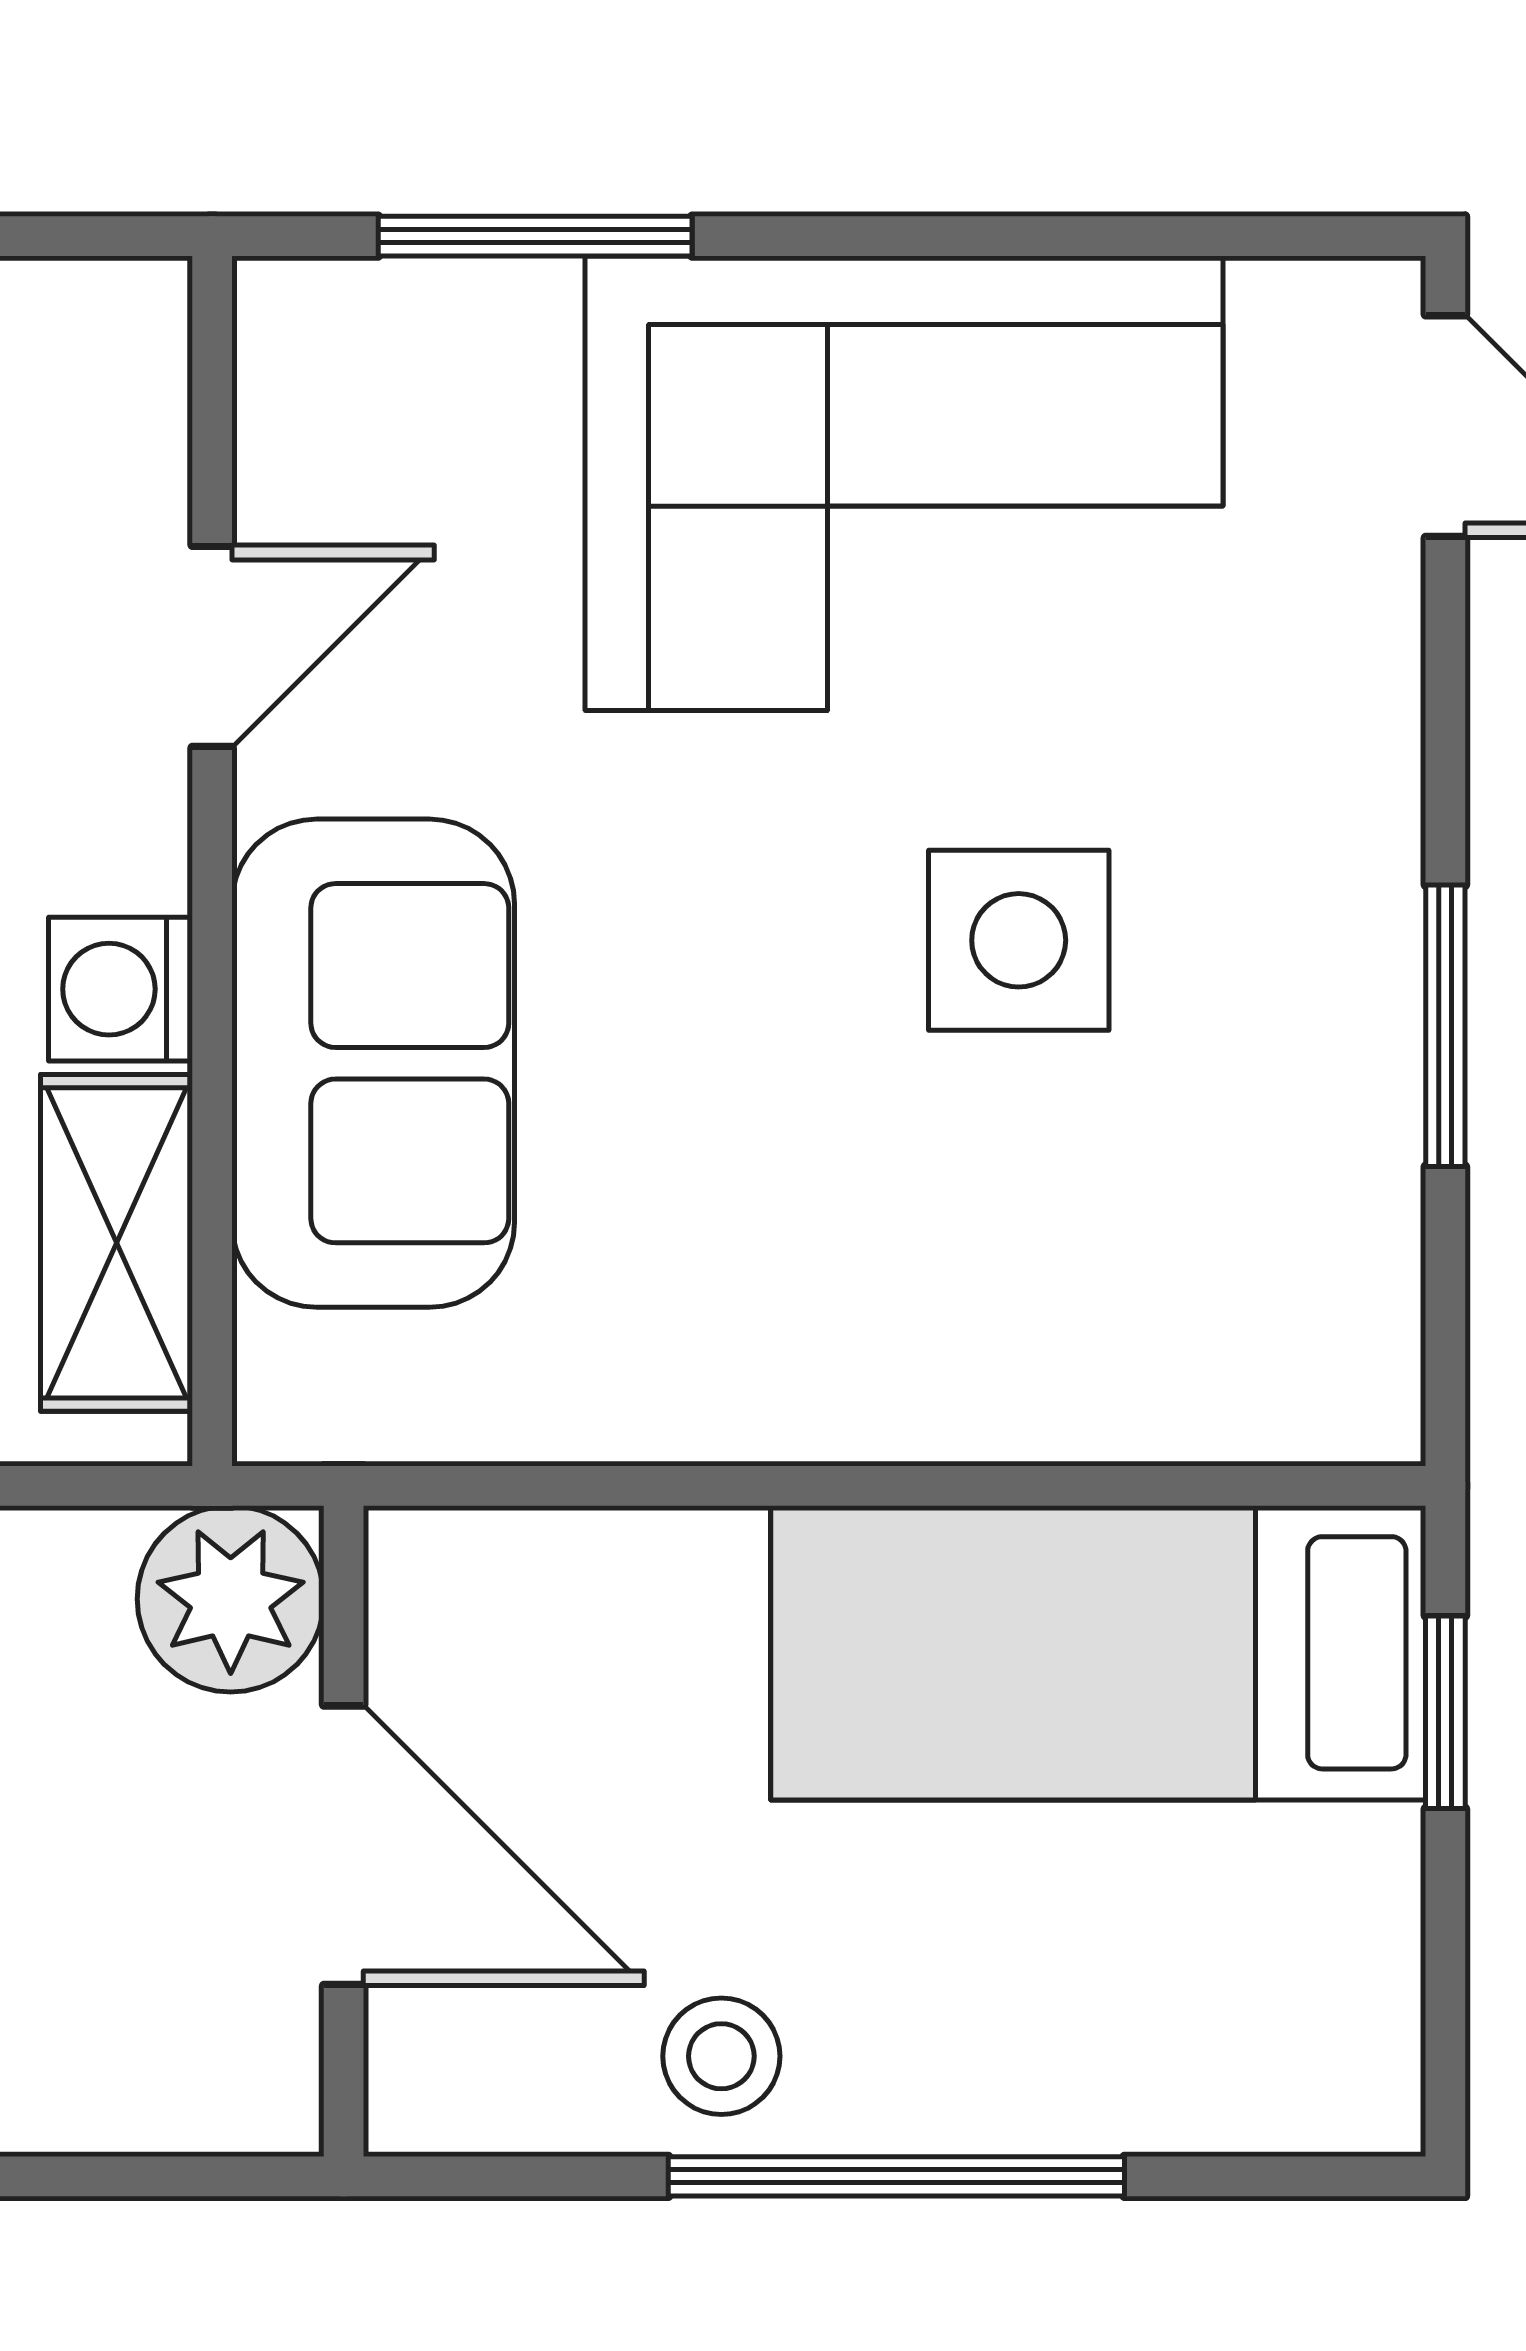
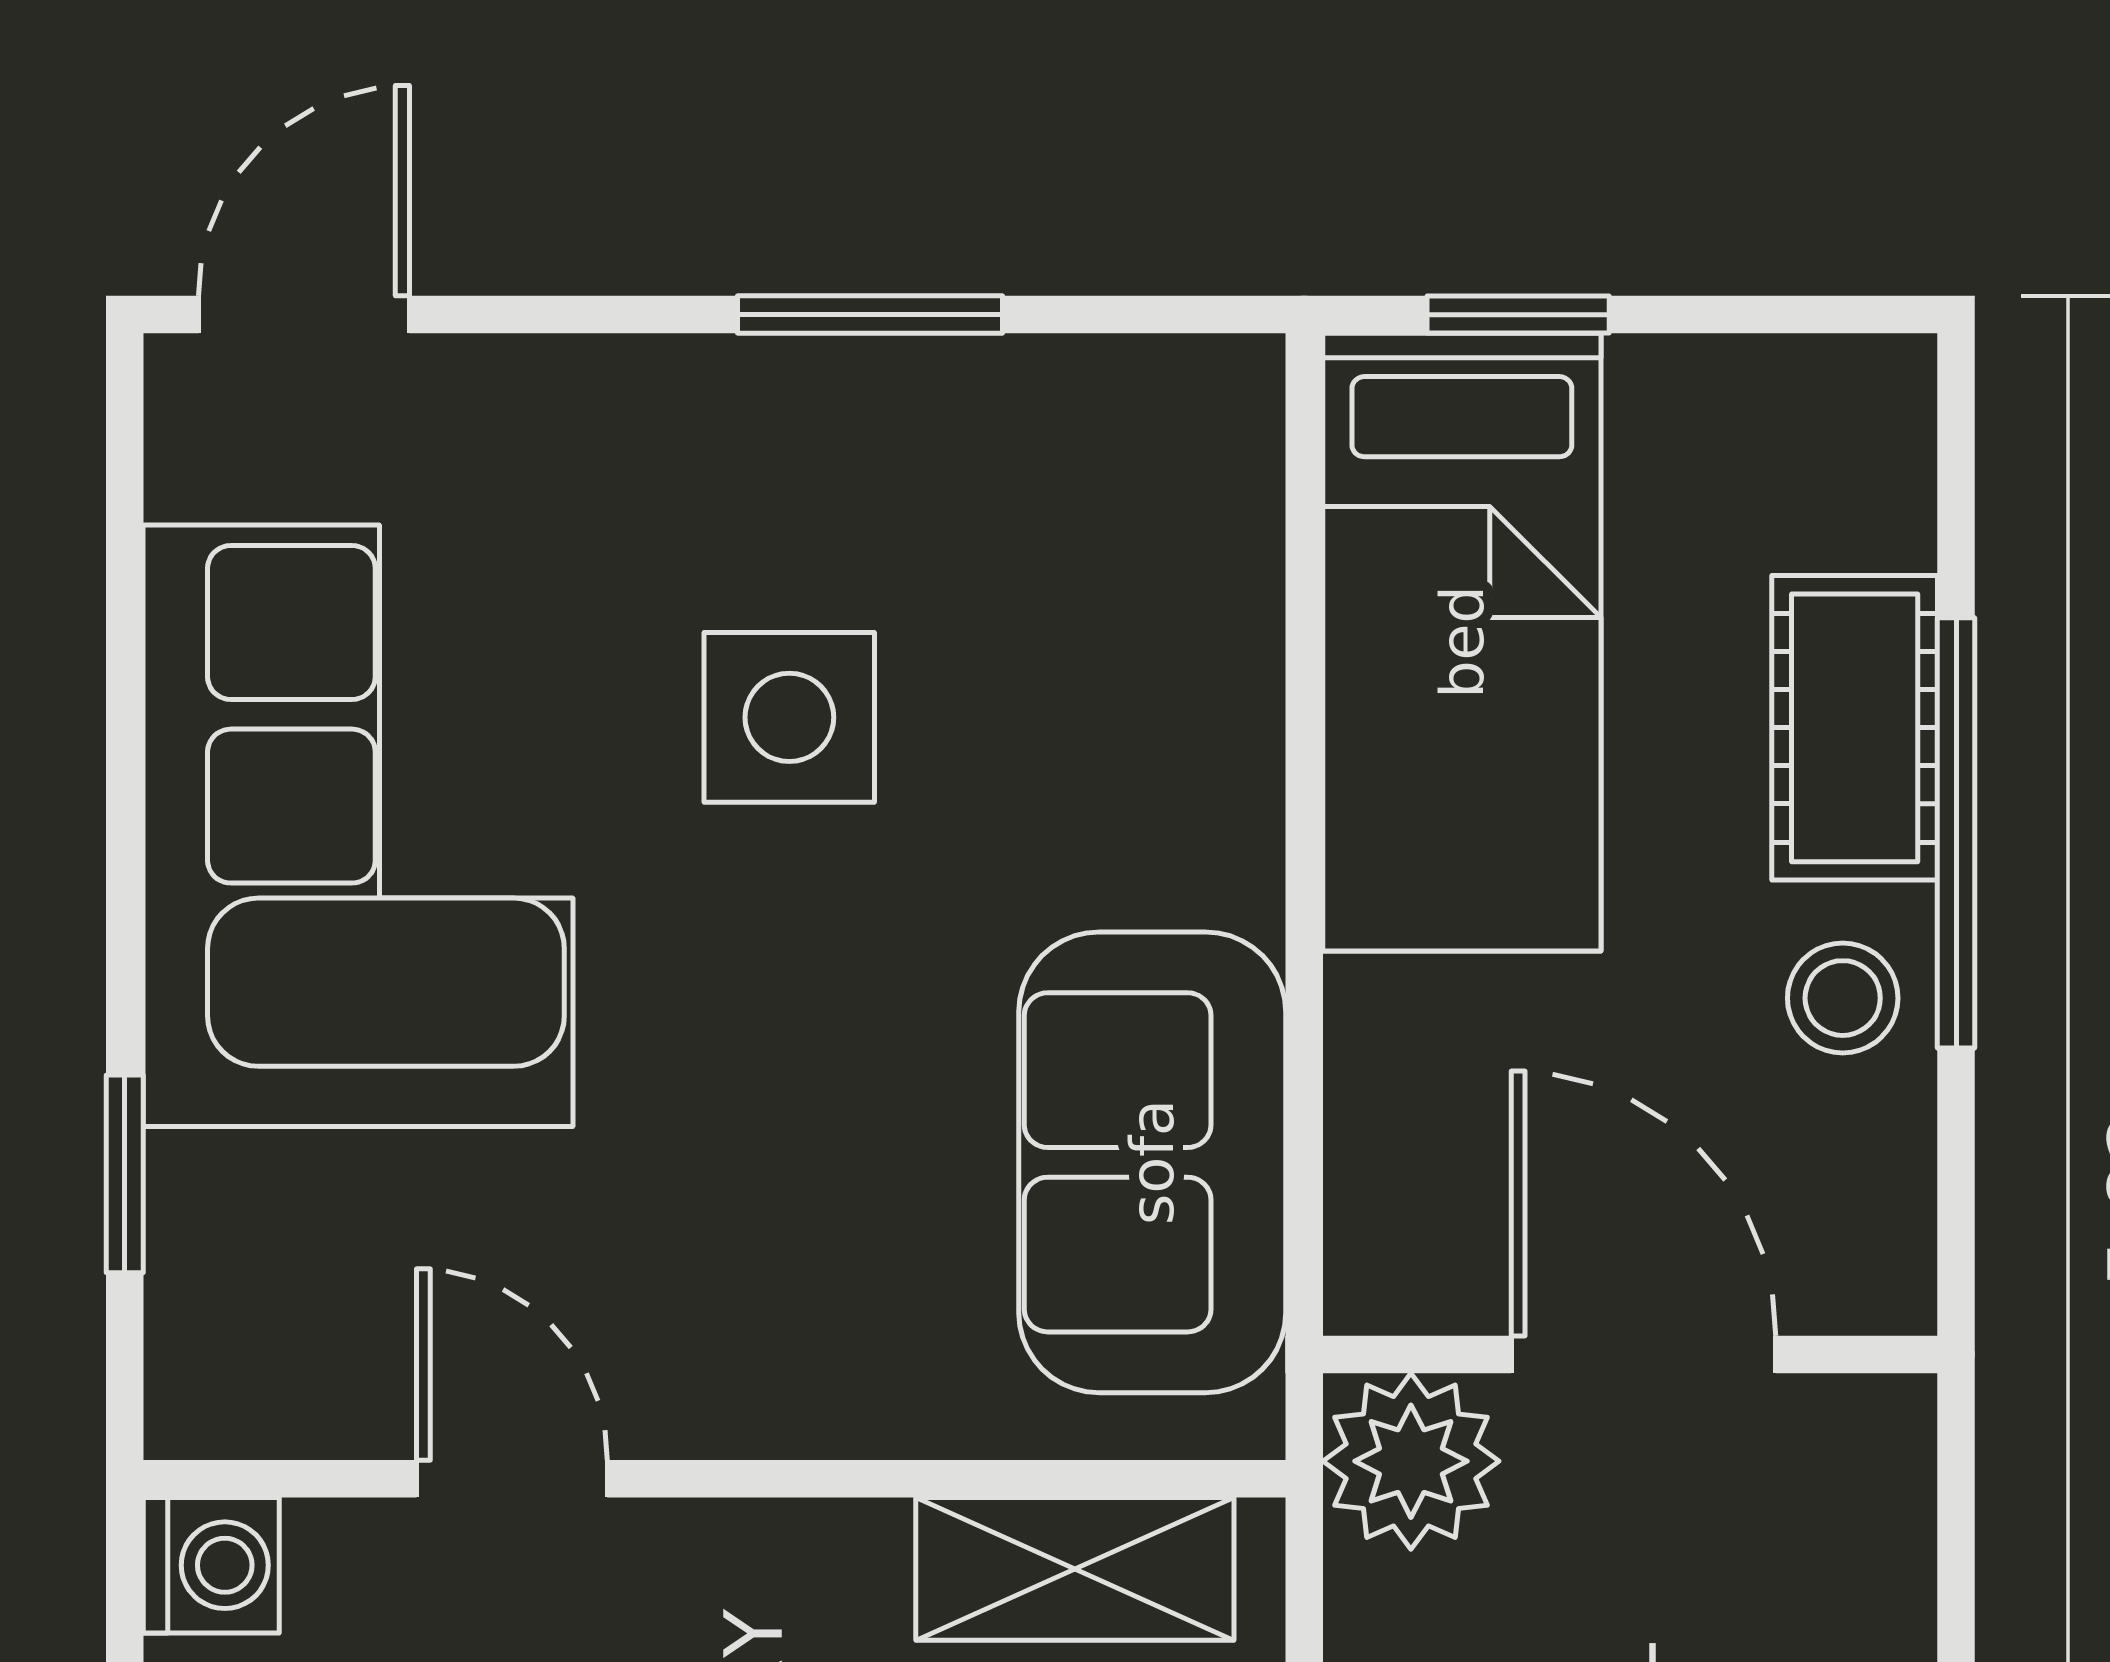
window: (535, 236) -> (125, 1174), width x0.67
washing machine: (120, 989) -> (211, 1565), moved, turned -90
sofa: (373, 1063) -> (1152, 1162), moved, turned -90
door: (344, 1845) -> (1644, 1355), hinge flipped
cot: (1008, 2069) -> (1855, 728), added

